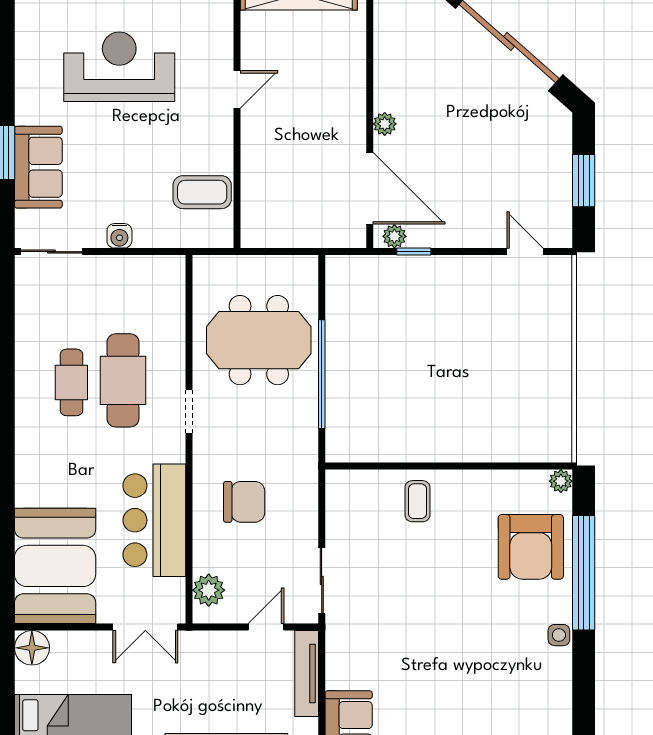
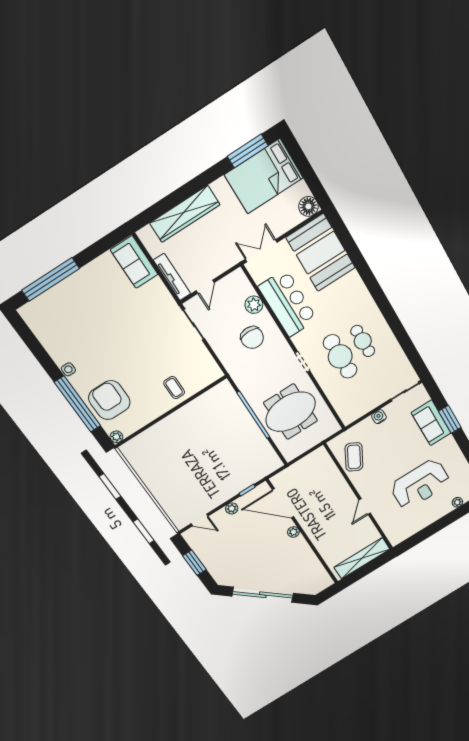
coffee table: (202, 192) -> (354, 457), turned -62
plant: (394, 236) -> (232, 508), moved
chair: (244, 502) -> (252, 338), turned -90
plant: (209, 590) -> (254, 305), moved

